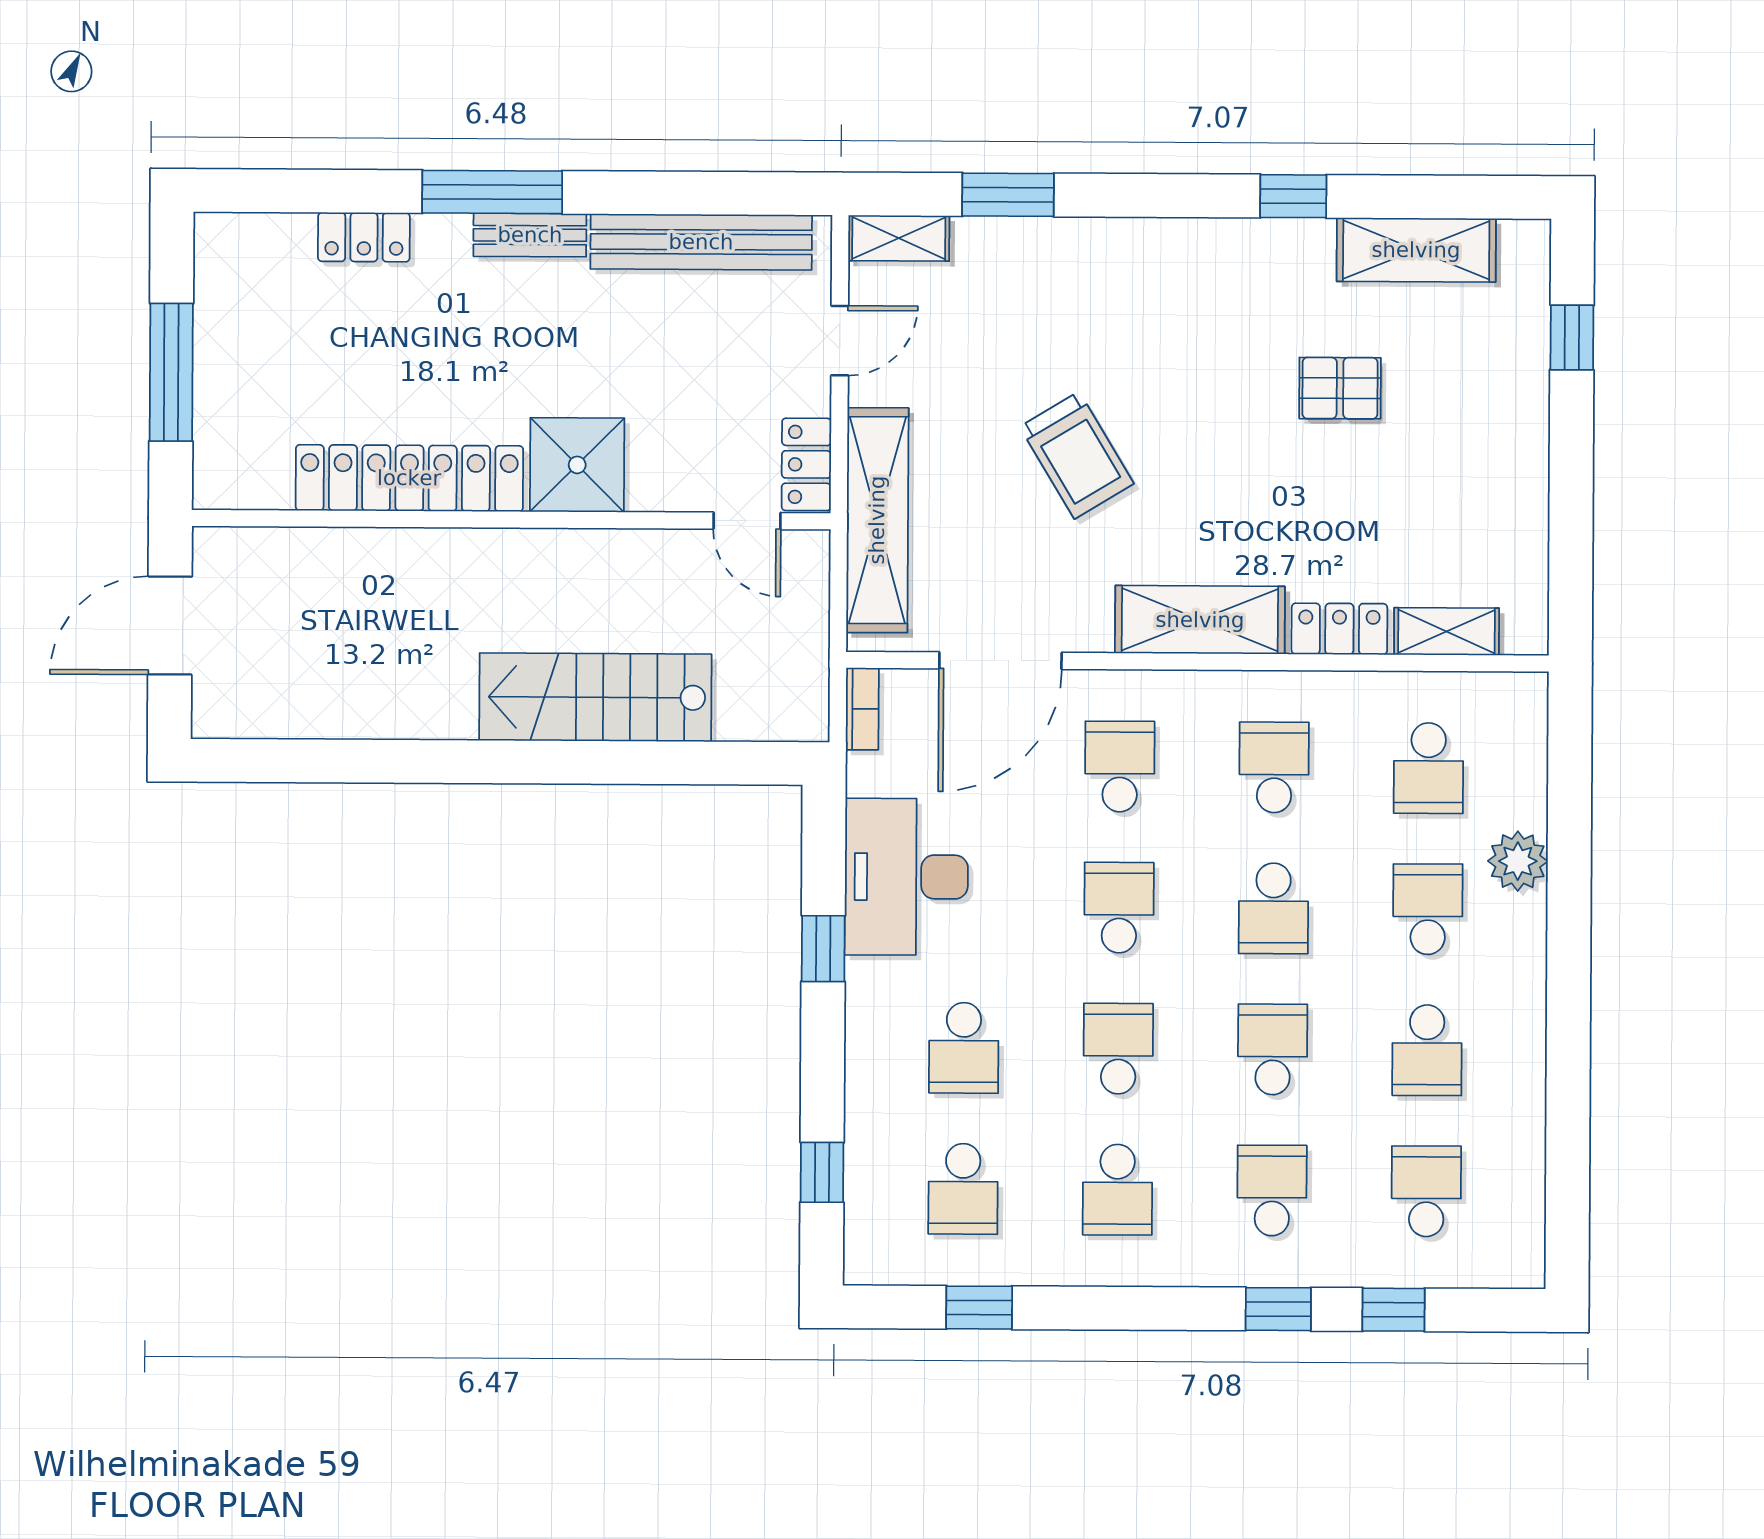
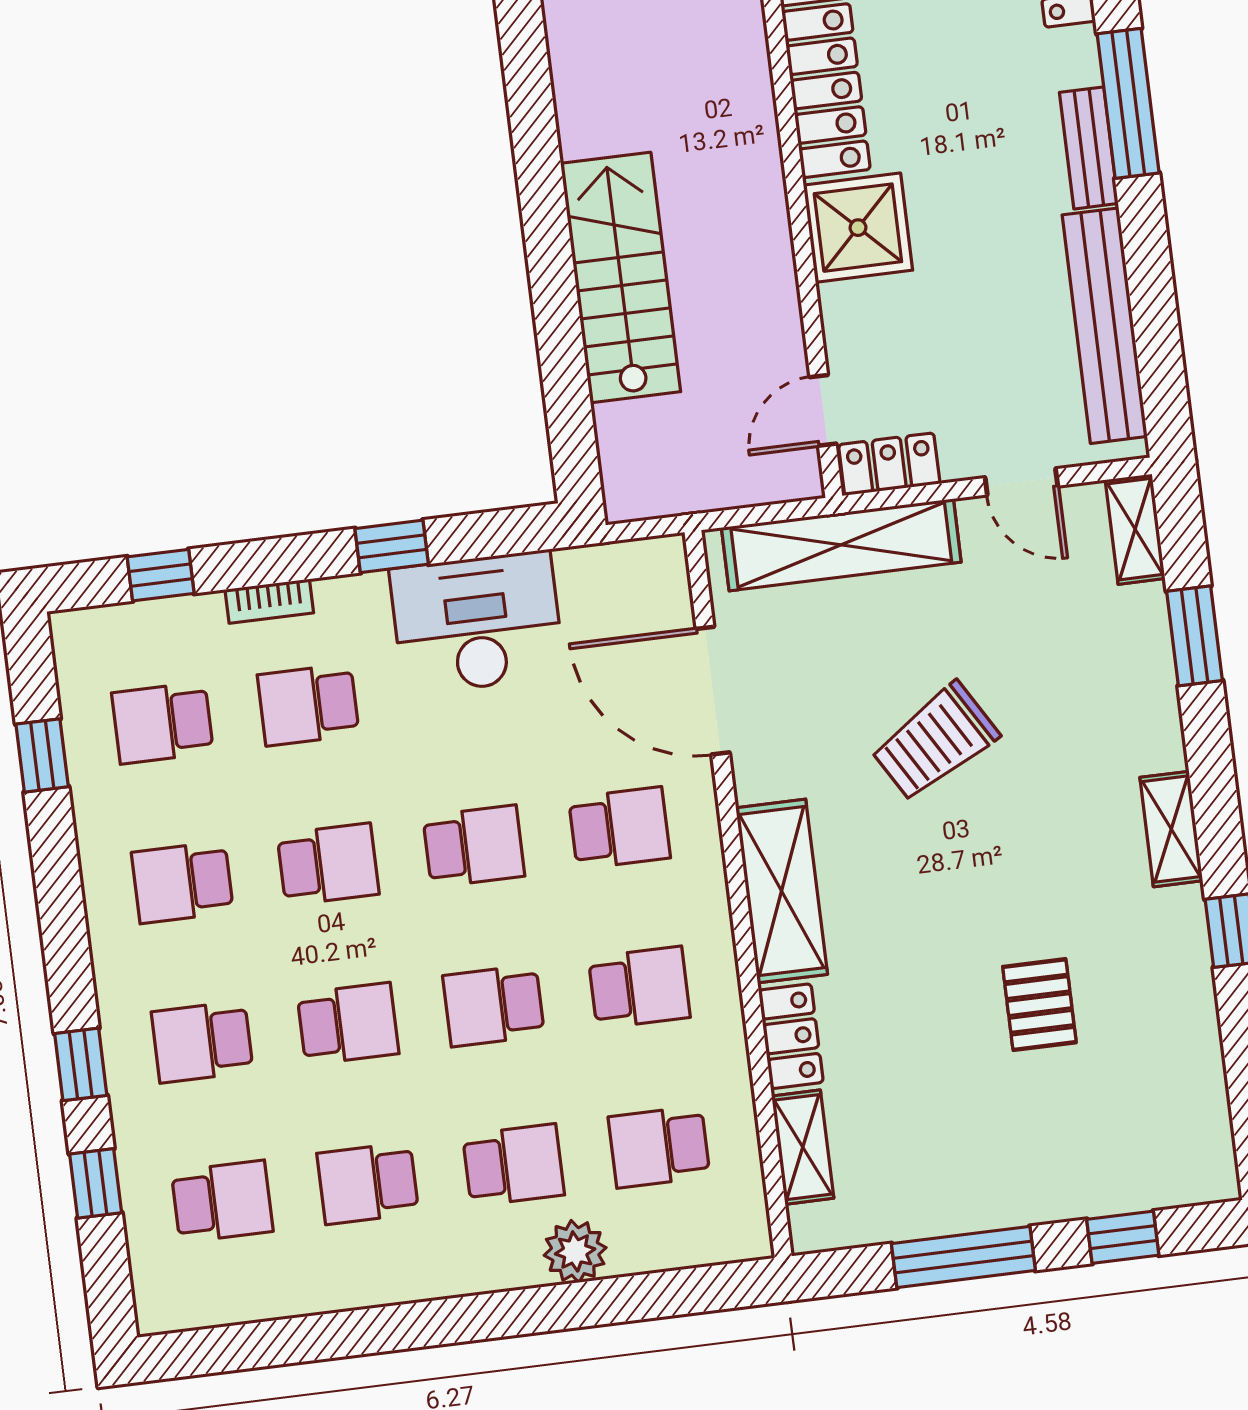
shelving: (1416, 250) -> (1171, 829), moved, width x0.67, depth x0.75
window: (1571, 492) -> (963, 1257), added
bookcase: (862, 709) -> (269, 601), moved
school desk: (1272, 1190) -> (202, 1042), turned 180

